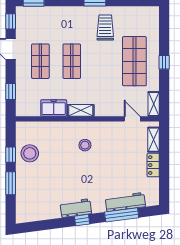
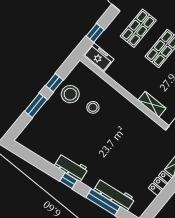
freezer: (54, 108) -> (99, 57), moved
shelving: (81, 110) -> (152, 104), moved
stool: (85, 145) -> (93, 107), moved

